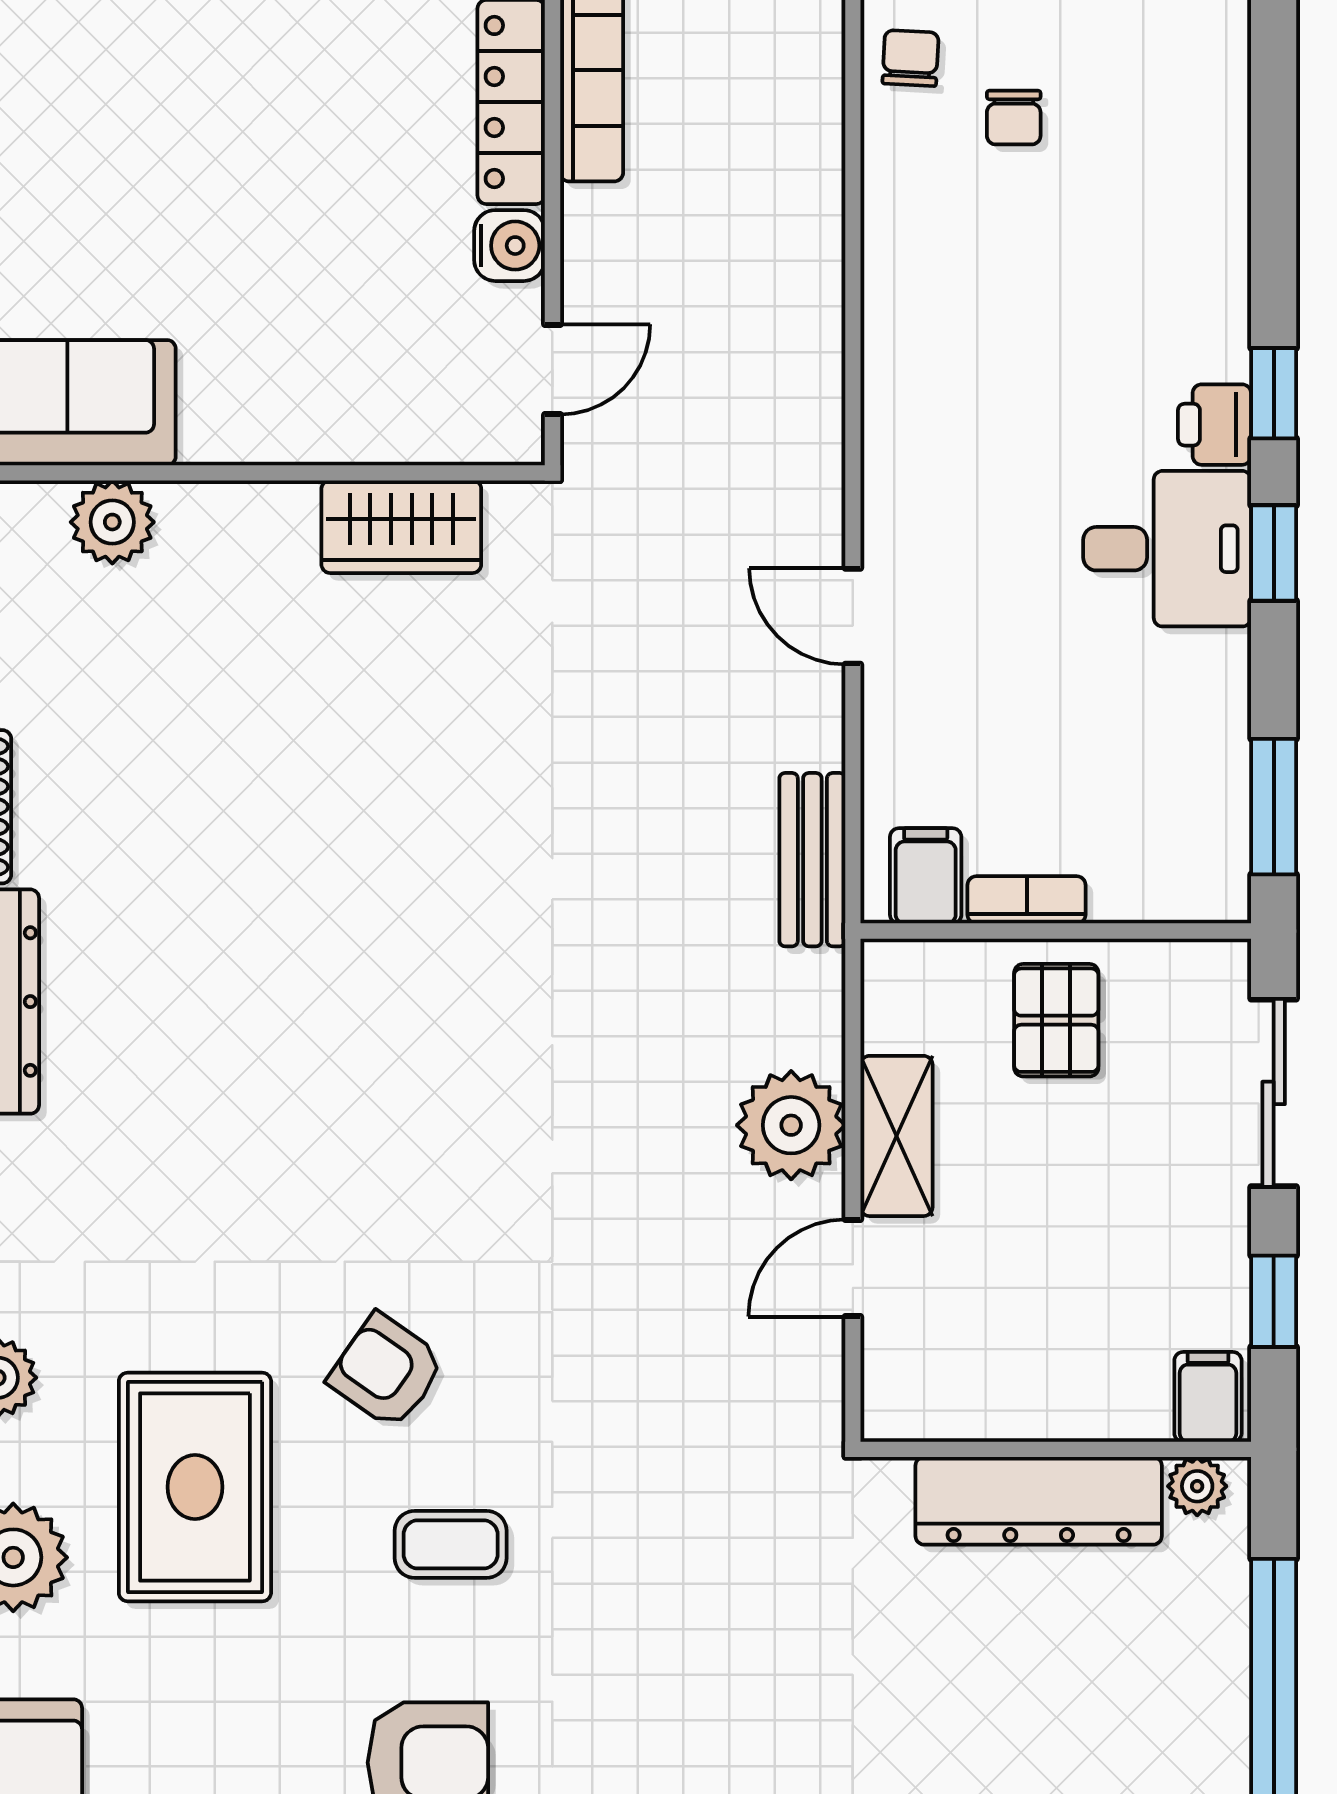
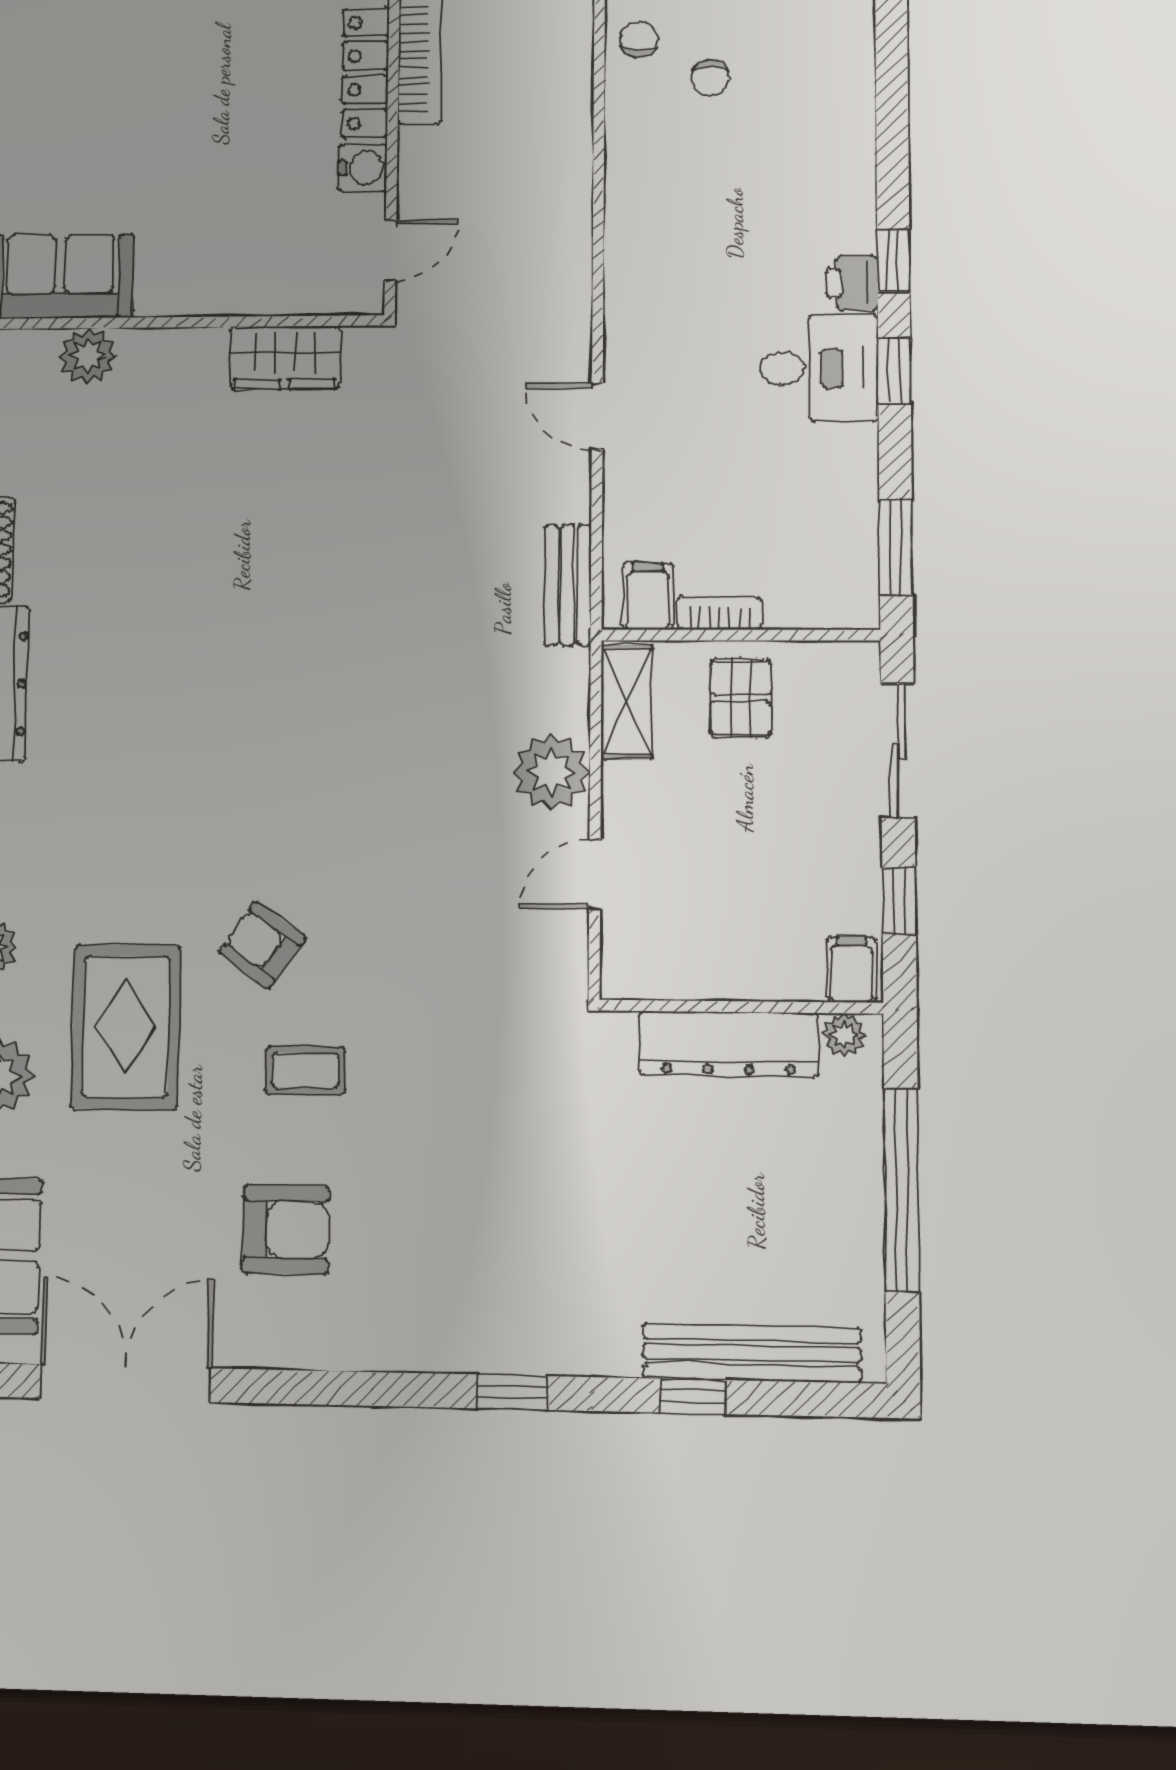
shelving: (897, 1136) -> (627, 702), moved

